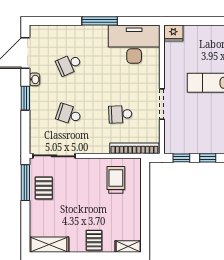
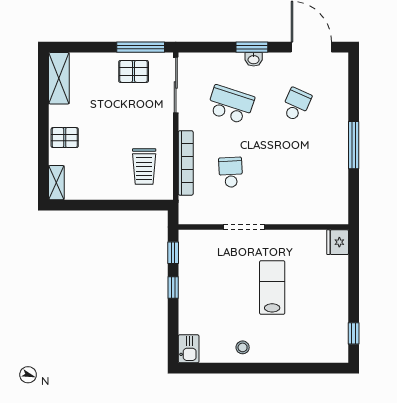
desk: (134, 44) -> (323, 190), removed
school desk: (69, 64) -> (296, 105), turned 48
washbasin: (35, 79) -> (254, 59), moved
school desk: (69, 114) -> (231, 105), width x1.85
bookcase: (134, 148) -> (186, 163), moved
trolley: (116, 180) -> (144, 166), turned 90

